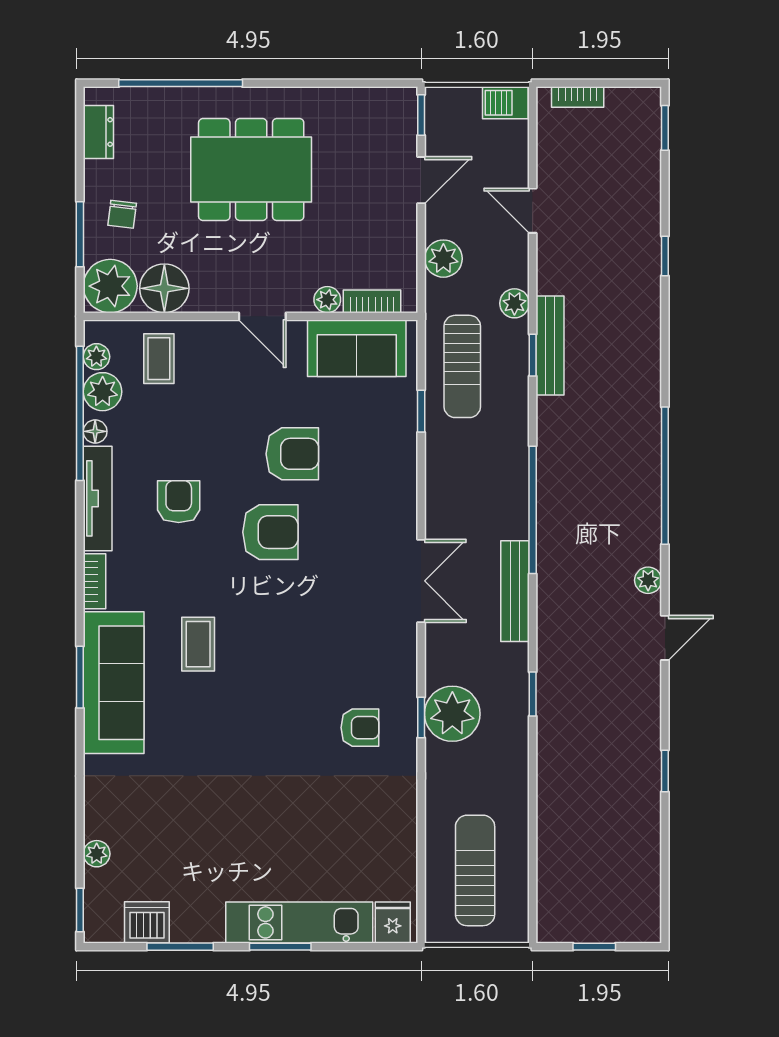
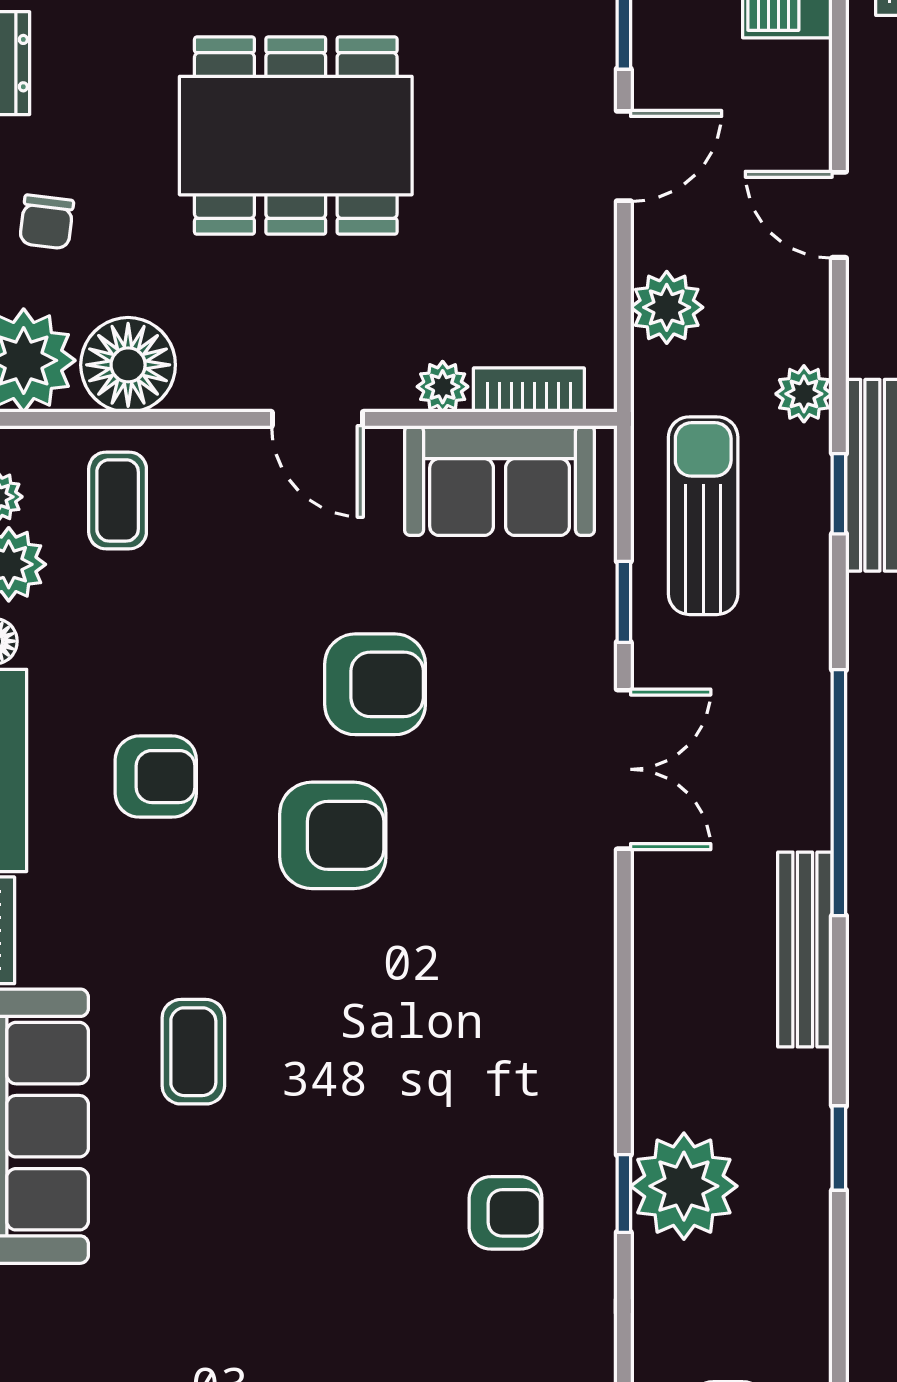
sun lounger: (462, 366) -> (703, 516), turned 180
armchair: (179, 502) -> (156, 777), turned 90
double door: (421, 581) -> (624, 769), moved

